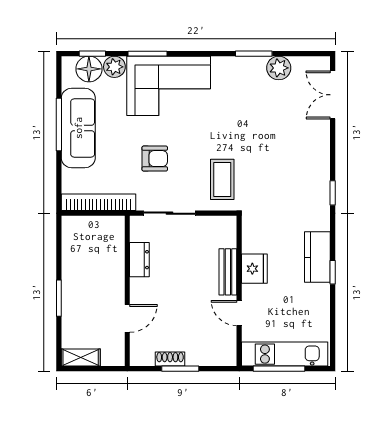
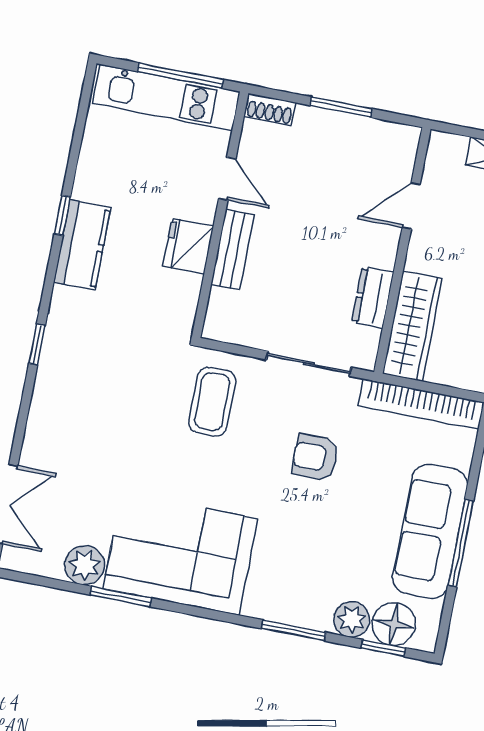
corner sofa: (169, 86) -> (180, 554), moved
wardrobe: (113, 247) -> (412, 326), added
shoe rack: (170, 359) -> (270, 109), moved

